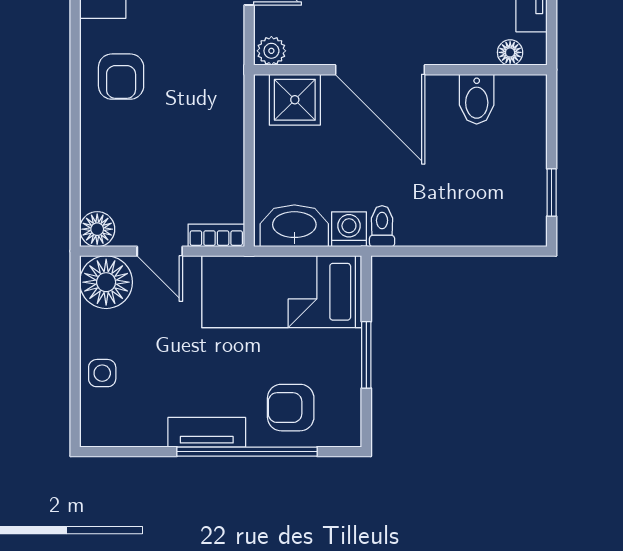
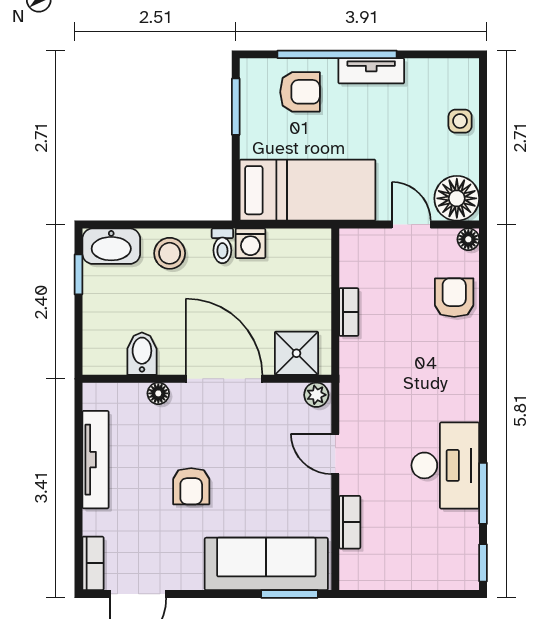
floor lamp: (510, 52) -> (158, 393), moved
armchair: (121, 77) -> (454, 298), moved
stool: (444, 217) -> (170, 253), added
washbasin: (294, 226) -> (111, 246), moved
floor lamp: (97, 229) -> (468, 239), width x0.73, depth x0.73
bookcase: (216, 235) -> (349, 312), moved, turned -90
window: (366, 355) -> (236, 107), moved

